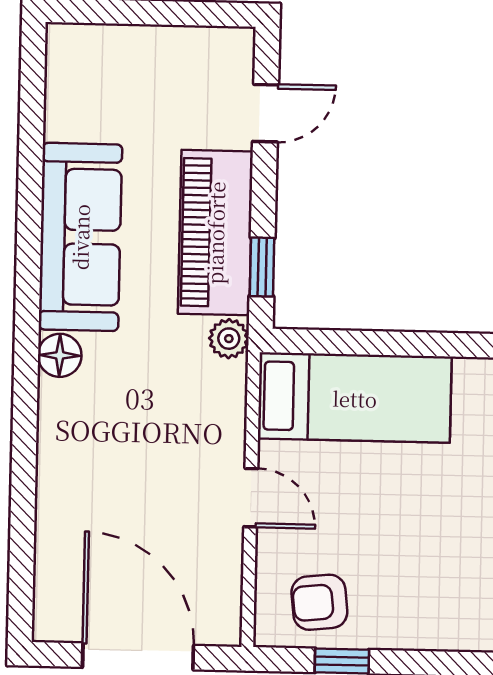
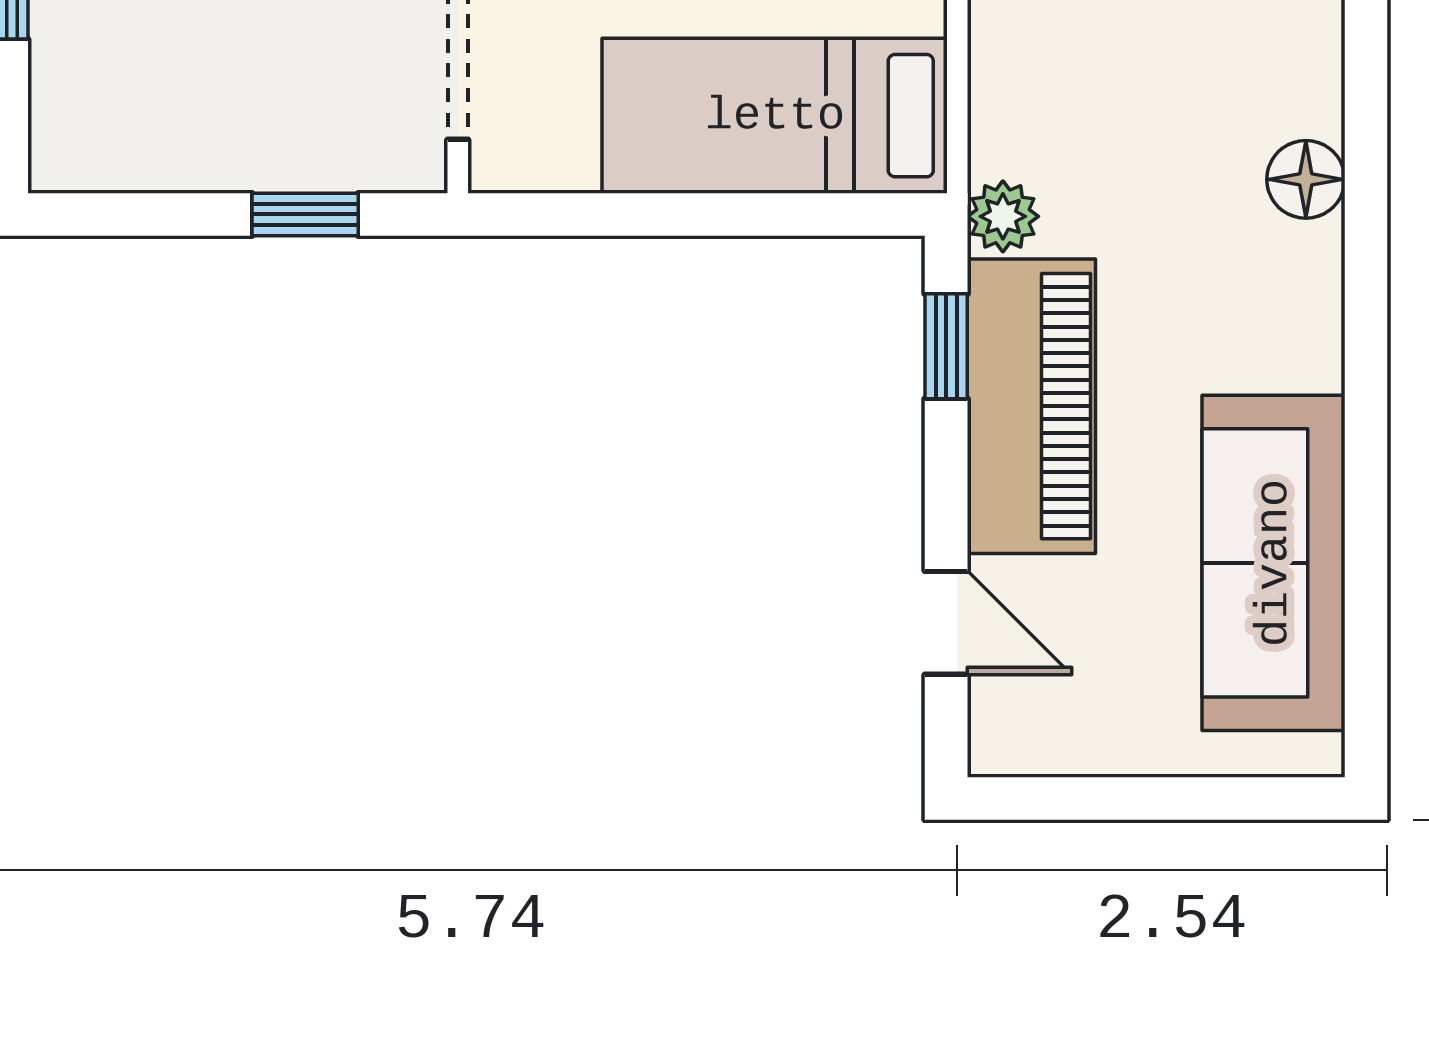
door: (266, 113) -> (946, 623), swing flipped
sofa: (80, 237) -> (1274, 563), moved

